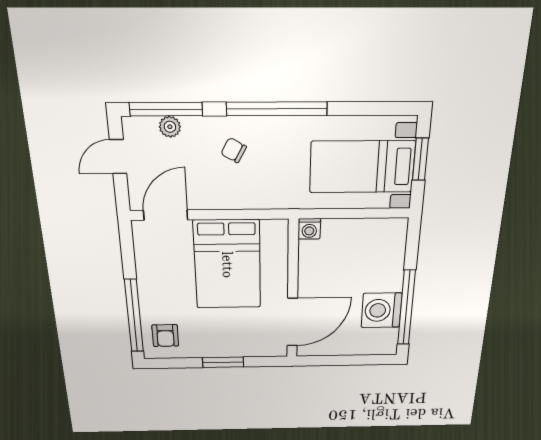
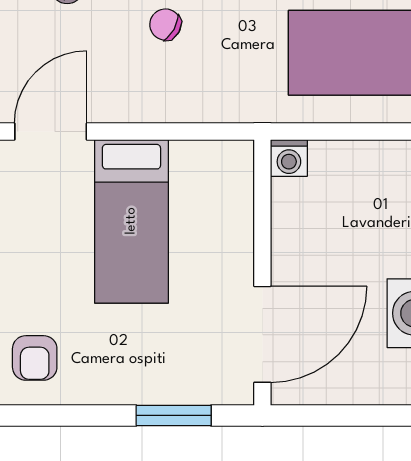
bed: (227, 265) -> (131, 221), width x0.67
window: (223, 362) -> (174, 415), moved

